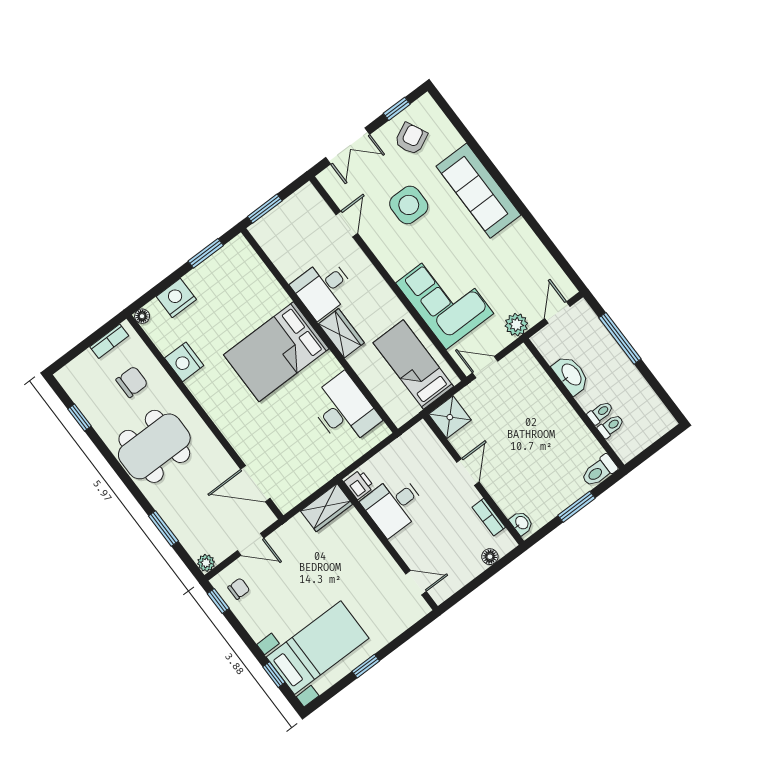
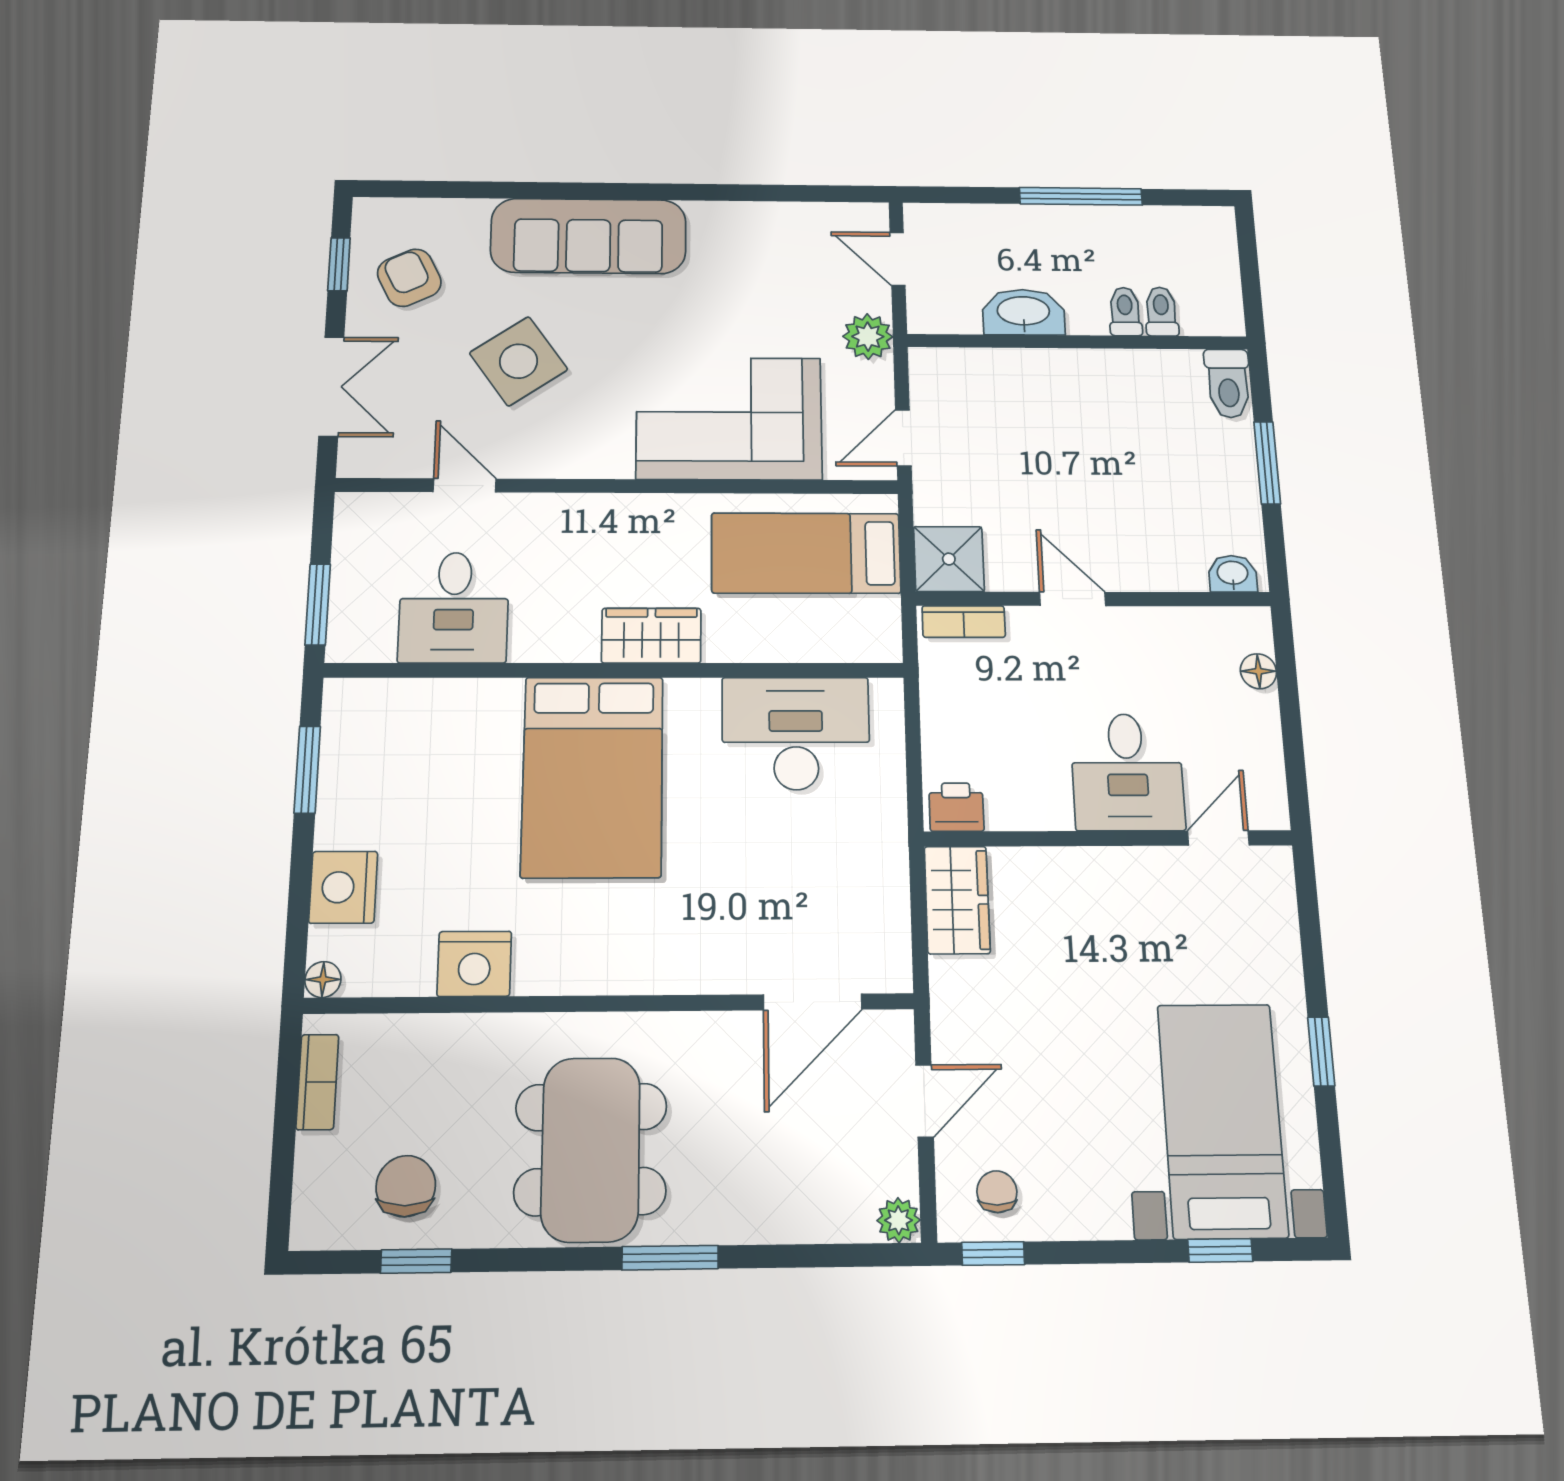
side table: (409, 205) -> (519, 361), turned -35
desk: (323, 288) -> (454, 607), moved
window: (620, 338) -> (1081, 196), moved
chair: (132, 382) -> (406, 1186), moved
desk: (394, 505) -> (1127, 772), moved
bookcase: (489, 517) -> (964, 622), moved
window: (163, 529) -> (670, 1258), moved

